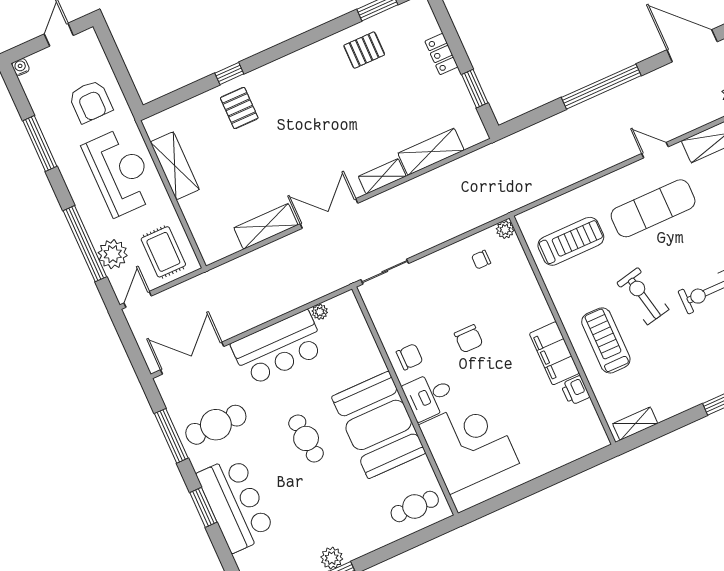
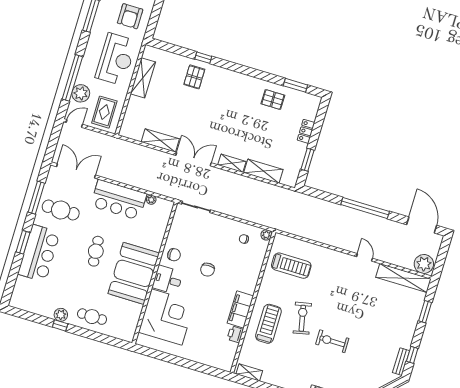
exercise mat: (653, 208) -> (341, 283), removed
cafe table: (415, 506) -> (92, 317), moved

